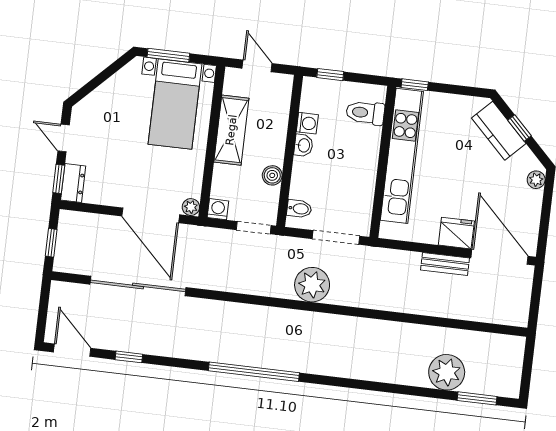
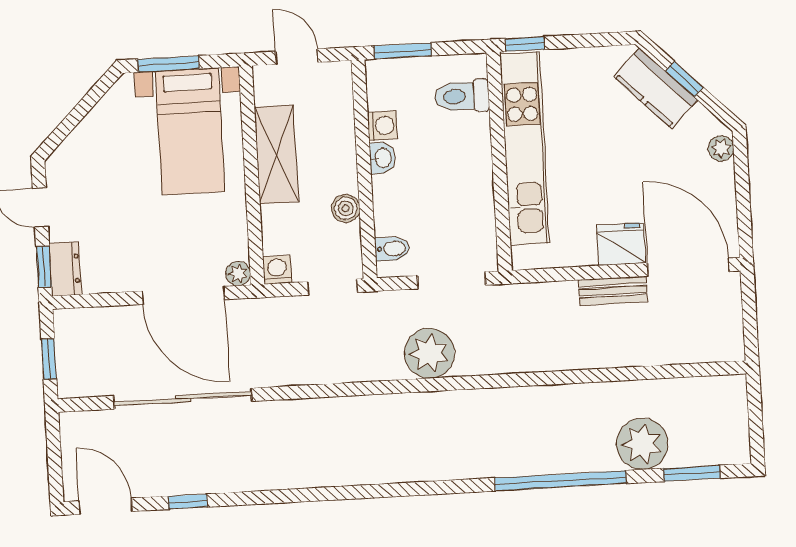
window: (330, 75) -> (403, 51), width x1.50
window: (254, 372) -> (561, 481), moved

